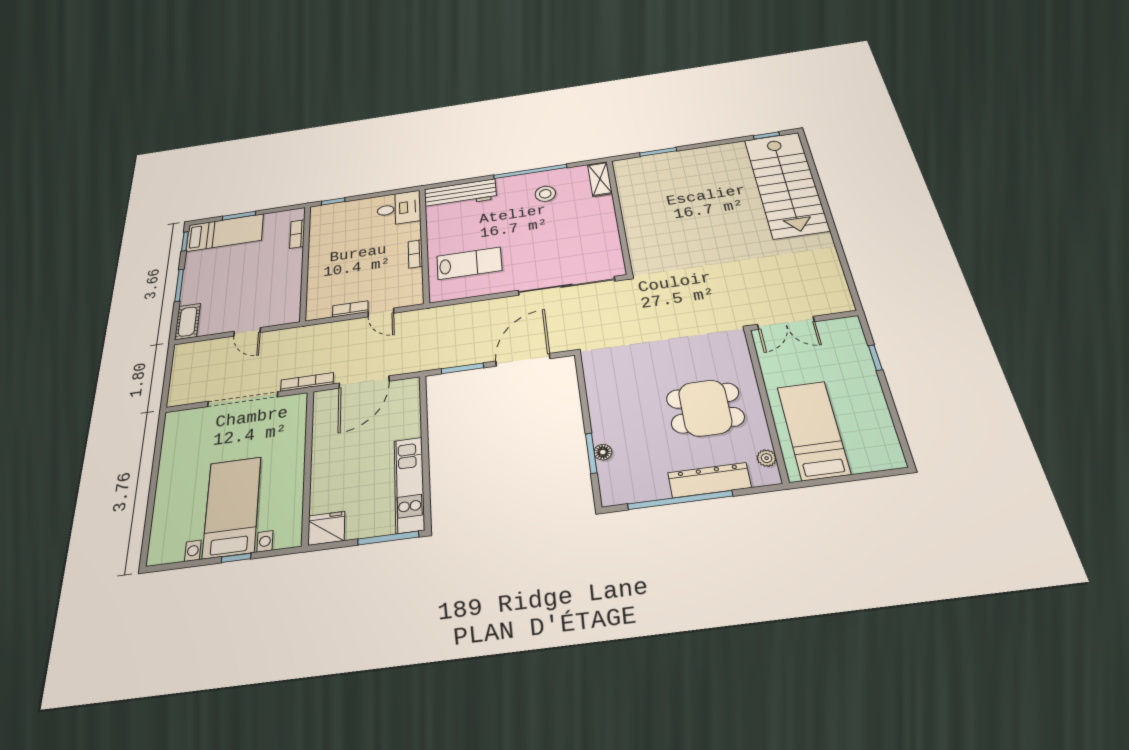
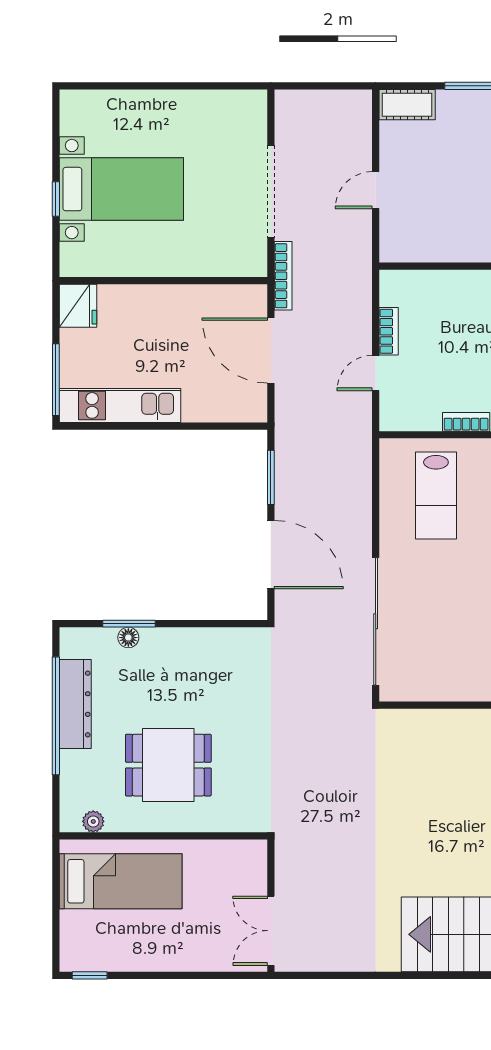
double door: (786, 323) -> (271, 931), moved
window: (875, 358) -> (90, 975), moved
dining table: (705, 408) -> (168, 765), turned 90
dresser: (709, 480) -> (75, 704), moved

